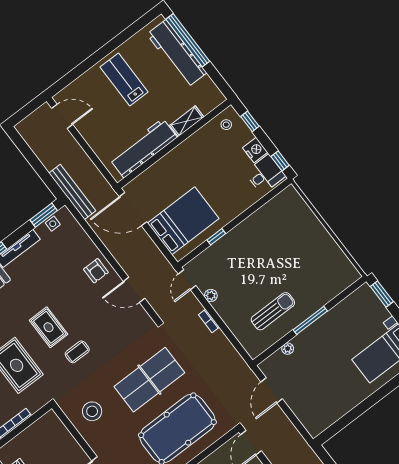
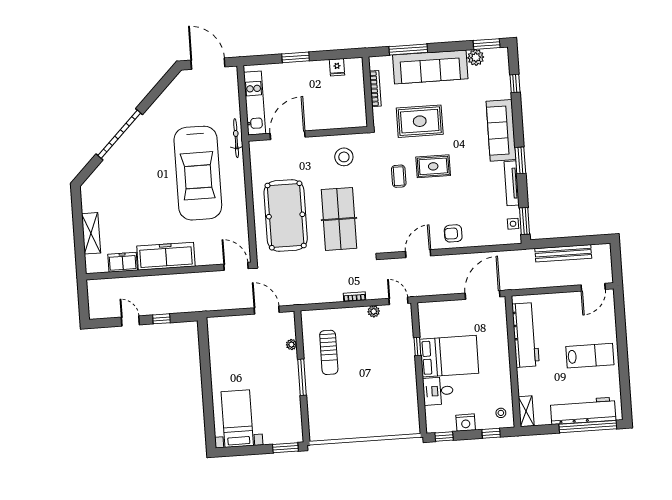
shelving: (187, 121) -> (526, 411), moved
desk: (265, 174) -> (438, 391), moved, turned 90
bench: (72, 192) -> (563, 253), moved
bed: (183, 221) -> (449, 356), moved, turned -90

